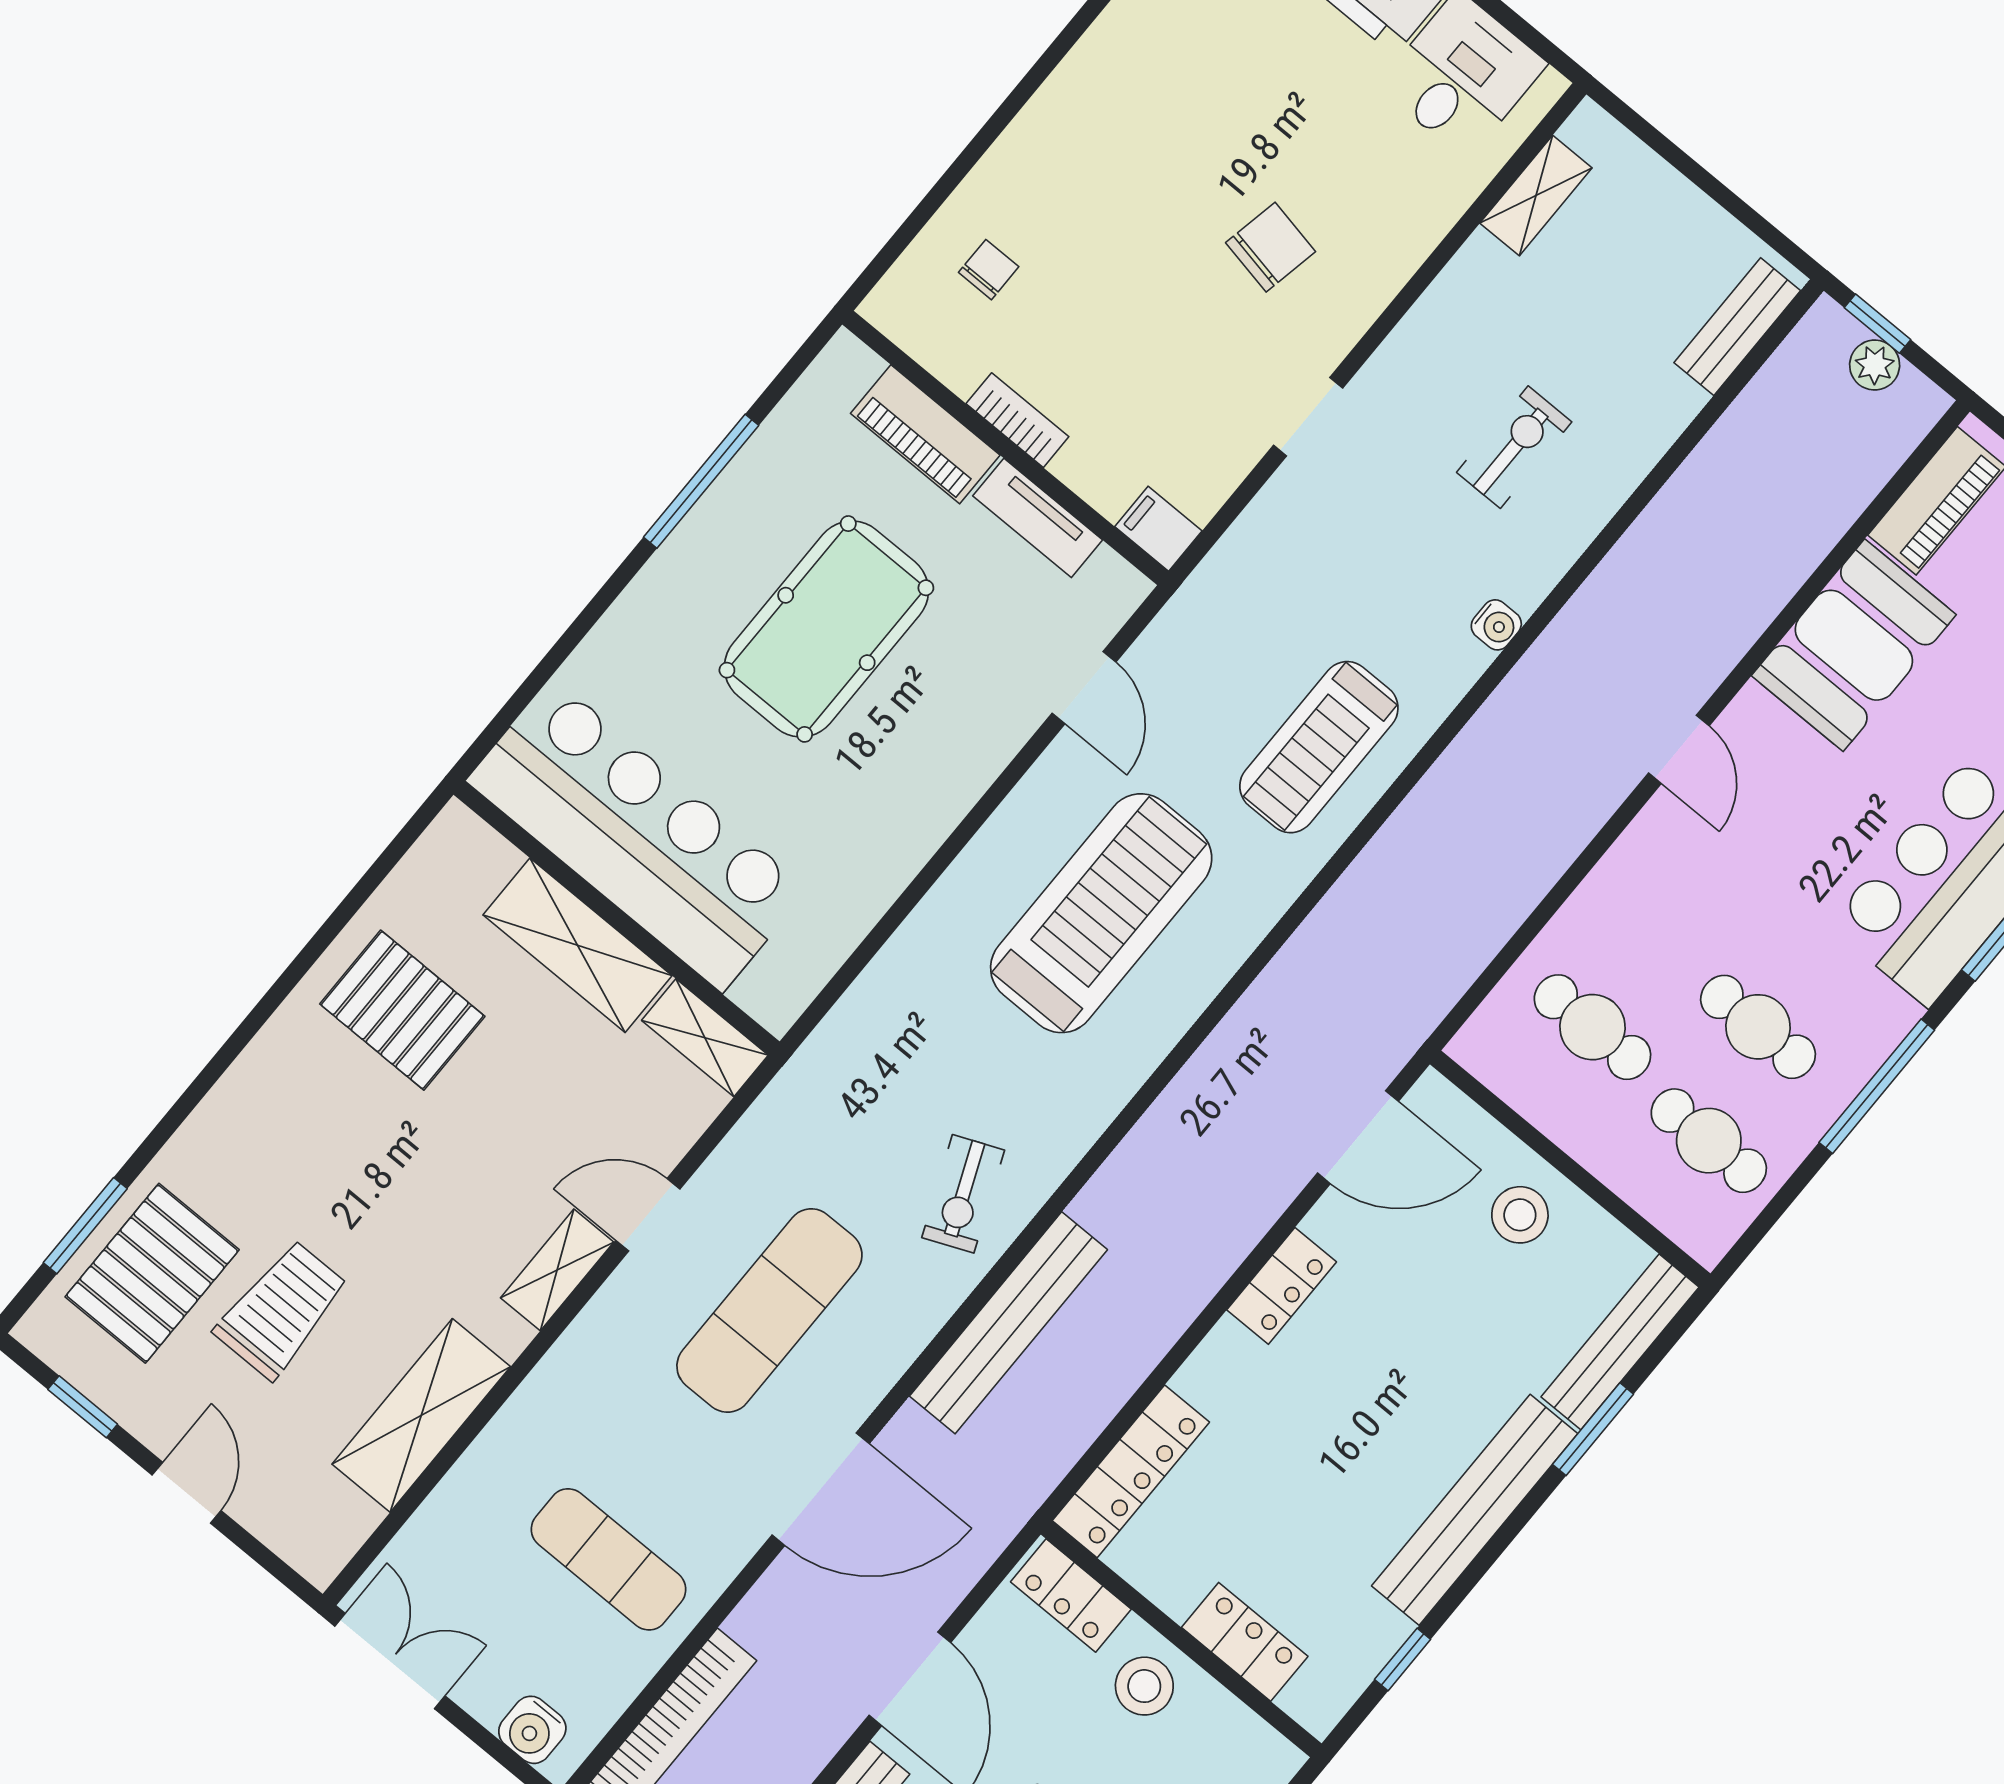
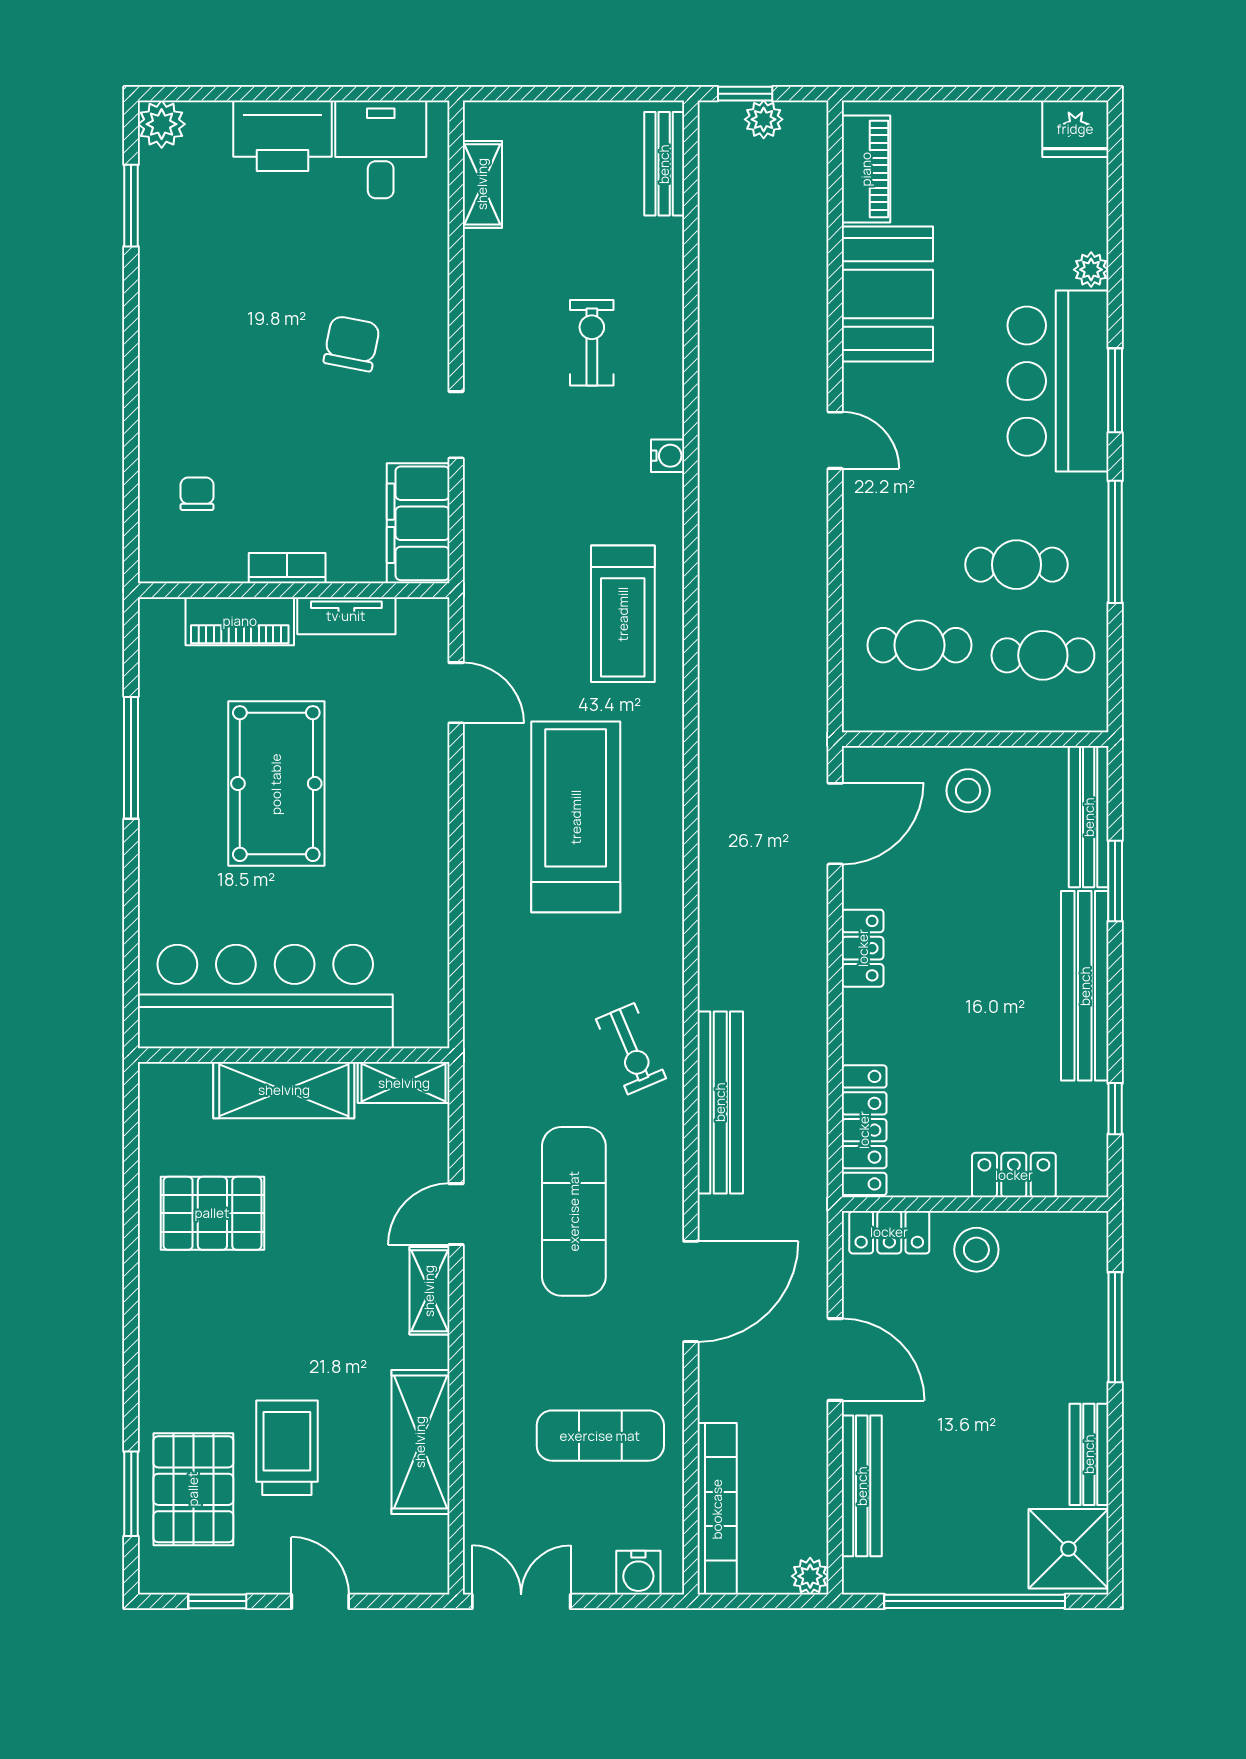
filing cabinet: (1158, 529) -> (418, 523), width x3.00, depth x1.17

